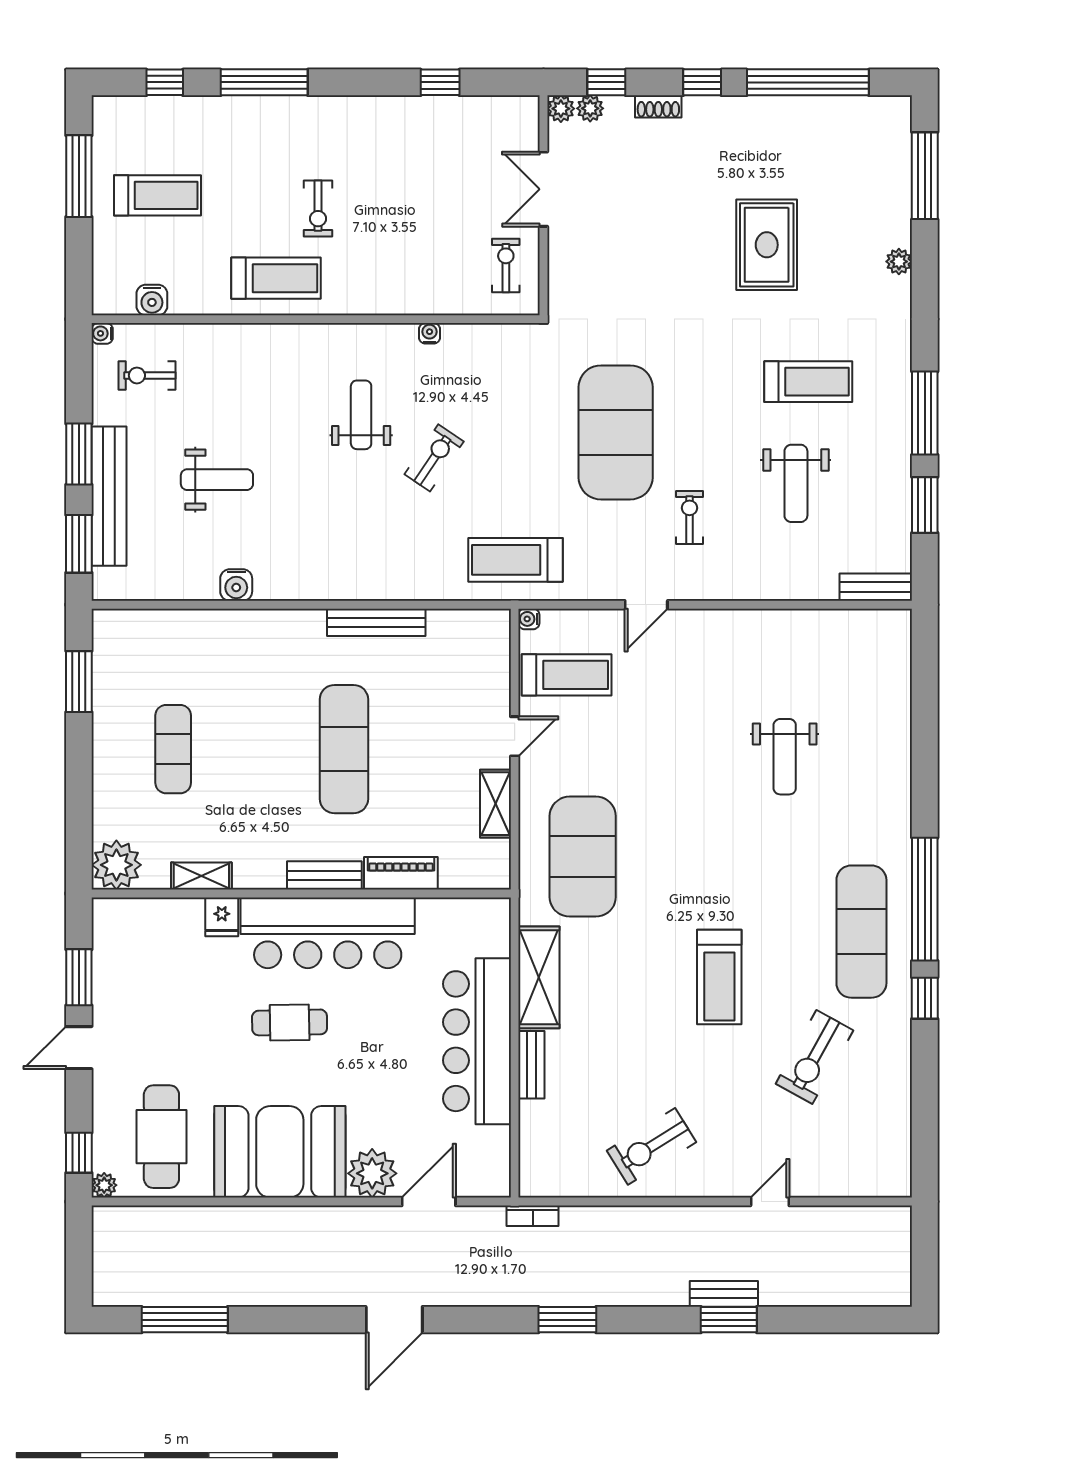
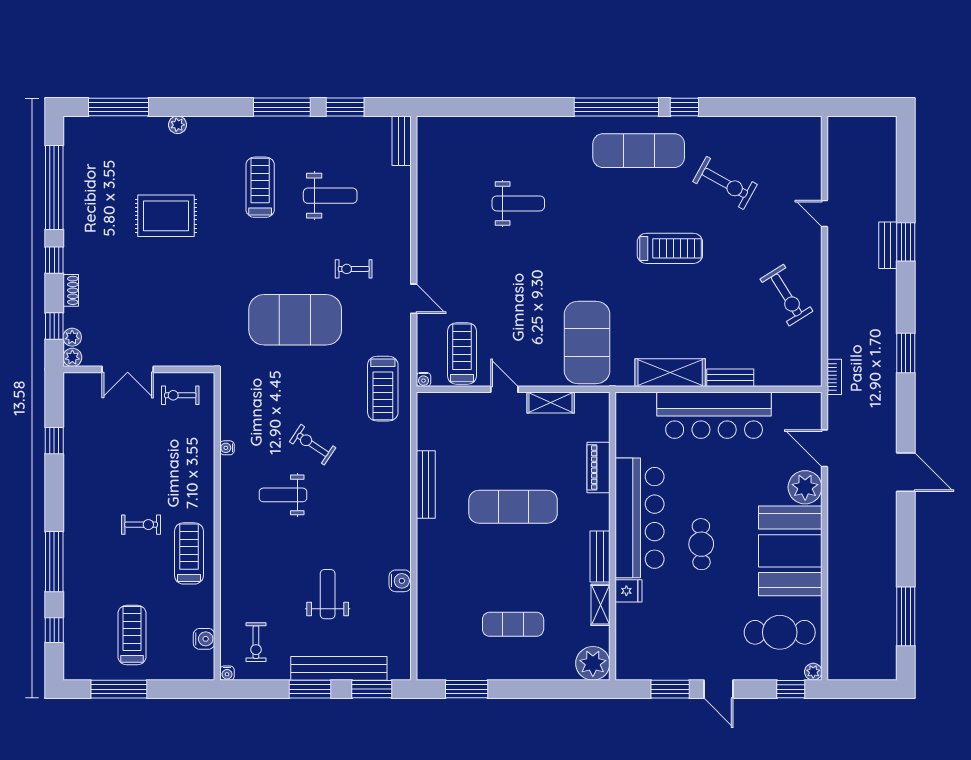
exercise mat: (583, 857) -> (587, 342), turned 90
bench: (324, 875) -> (600, 557), moved

